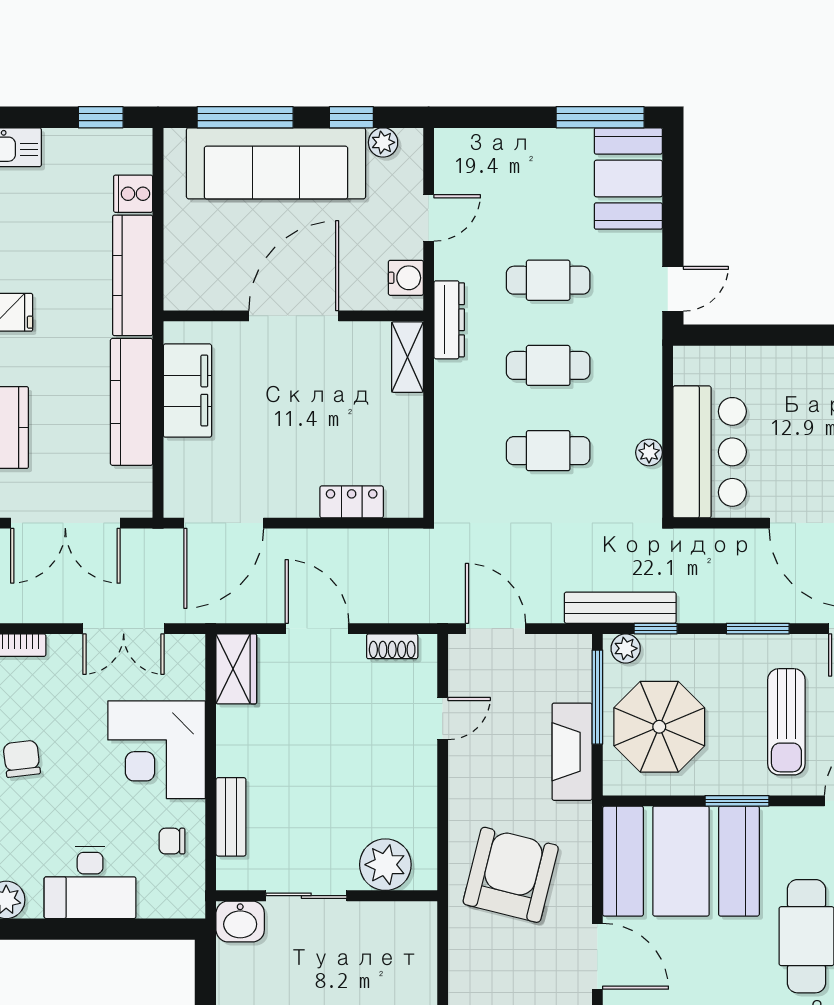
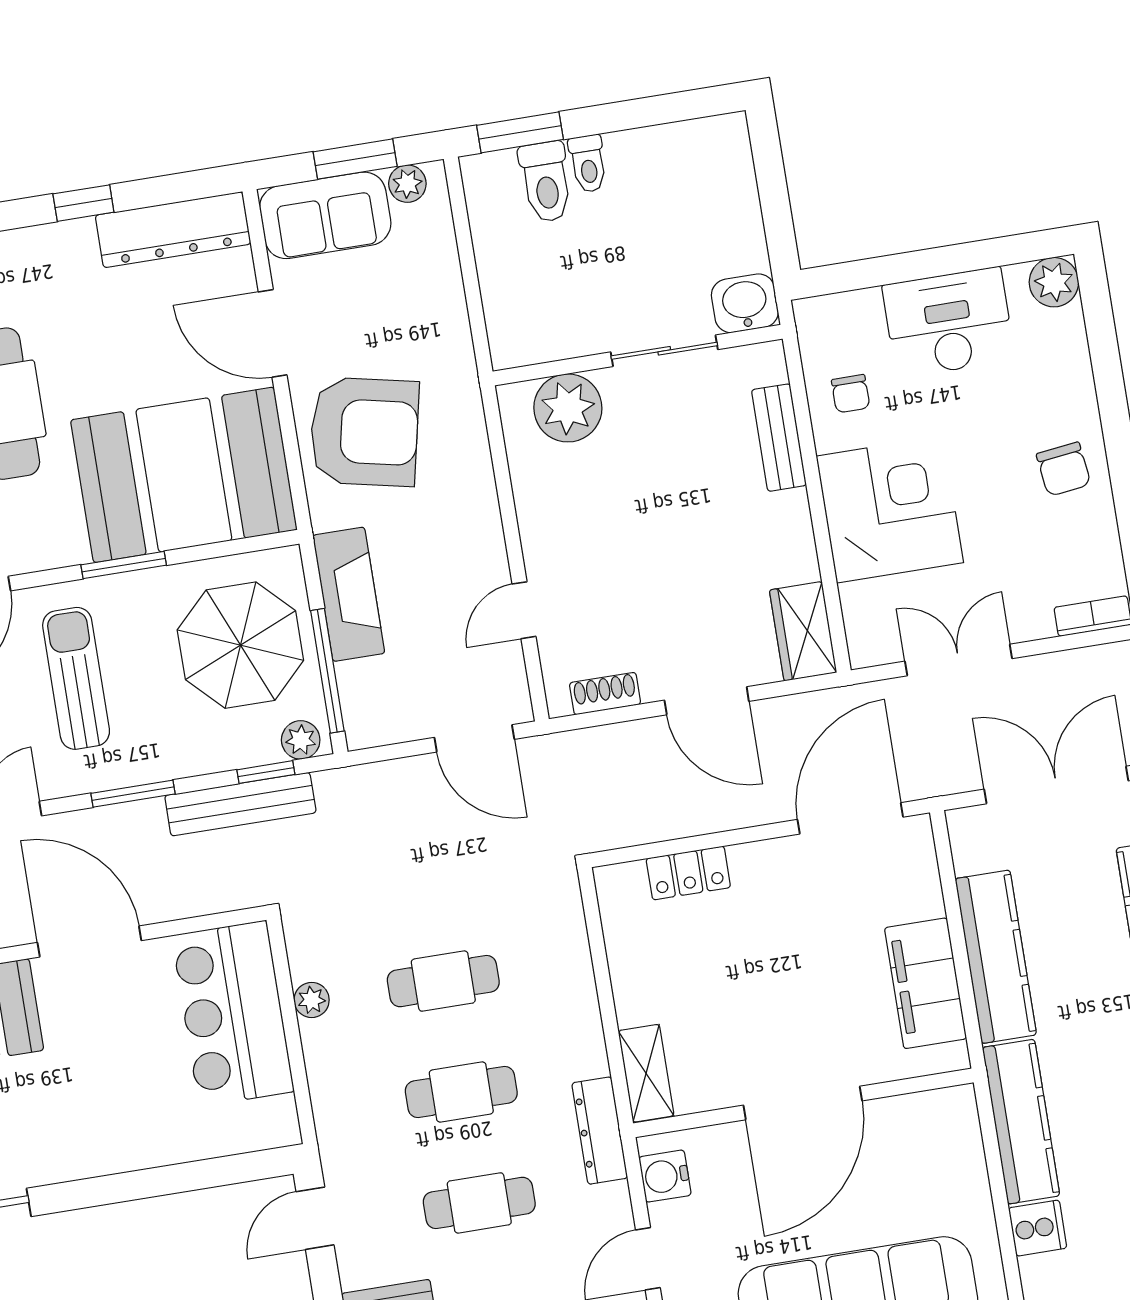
bench: (620, 608) -> (240, 804), moved
chair: (172, 841) -> (851, 394), turned 90
armchair: (511, 875) -> (364, 432), moved, turned -92

